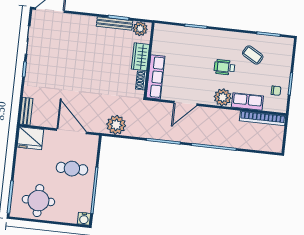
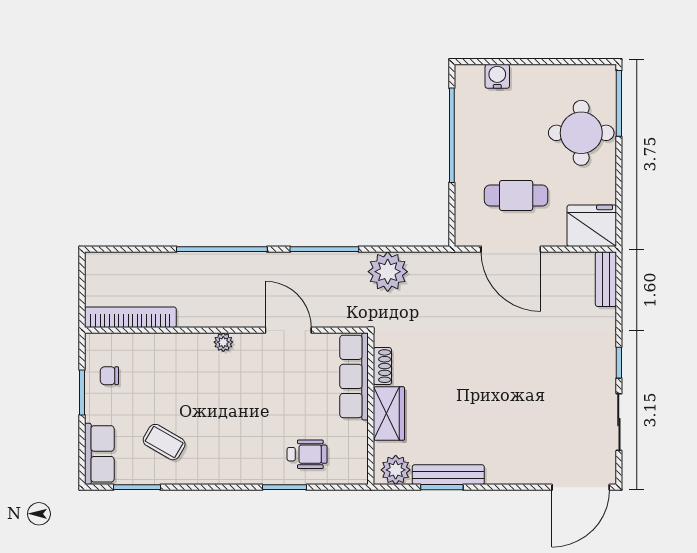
wheelchair: (224, 67) -> (307, 454), moved
plant: (223, 97) -> (223, 342), width x0.53, depth x0.53
row of seats: (247, 102) -> (99, 454), moved, turned -90
door: (185, 103) -> (288, 330), hinge flipped
plant: (116, 125) -> (388, 272), moved
cafe table: (72, 169) -> (516, 195), moved
round table: (38, 201) -> (581, 133), moved
water cooler: (84, 219) -> (497, 76), moved

